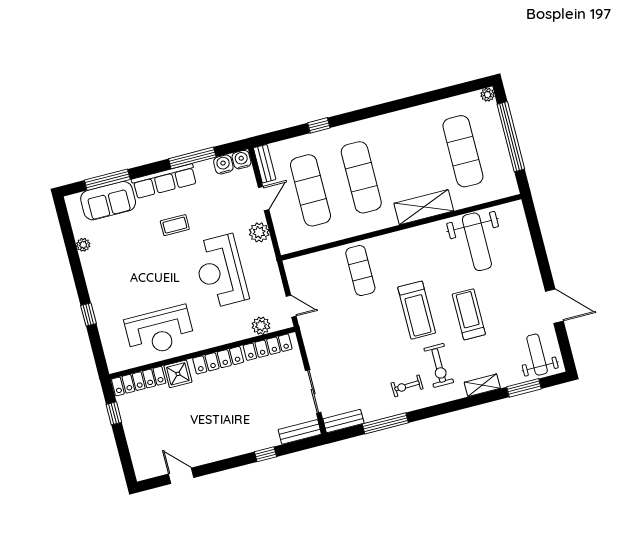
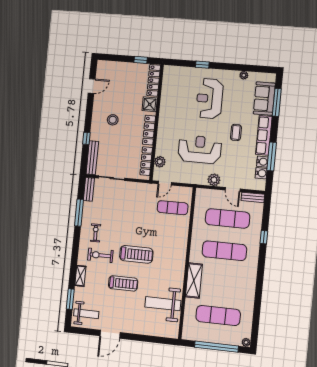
water cooler: (242, 160) -> (262, 162), moved
exercise mat: (360, 271) -> (173, 208), moved
treadmill: (417, 310) -> (136, 254), turned 180
reception desk: (159, 331) -> (210, 99), moved
stool: (222, 423) -> (113, 120), added
bench: (300, 432) -> (92, 158), width x1.36

